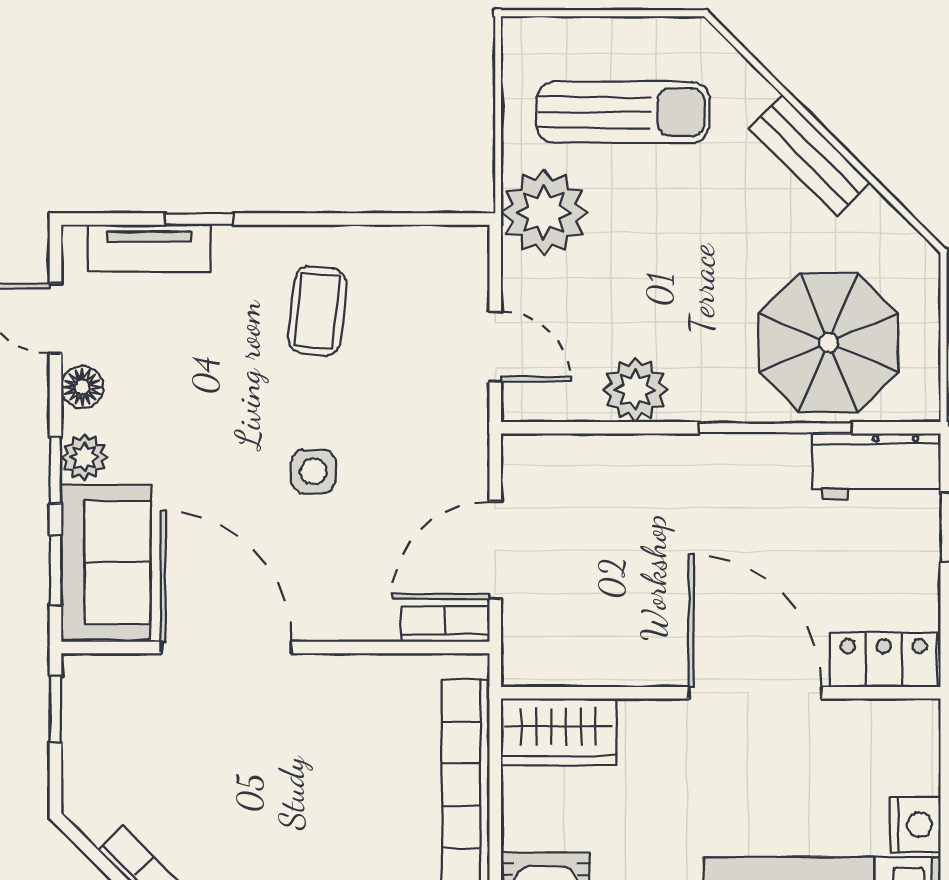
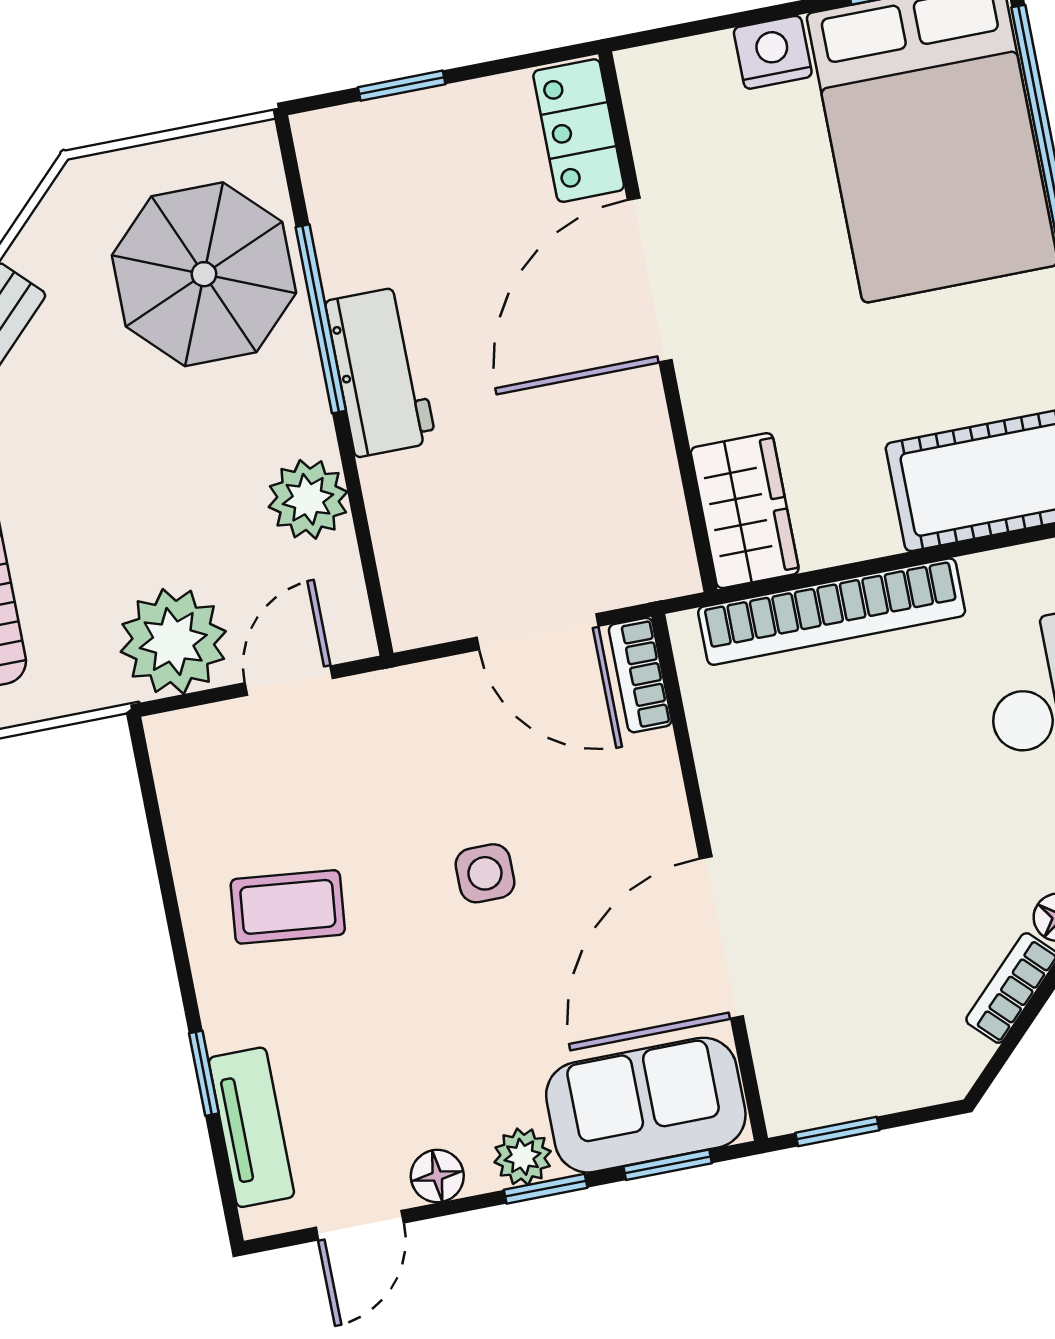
plant: (544, 212) -> (173, 641), moved
workbench: (876, 467) -> (380, 372), moved

